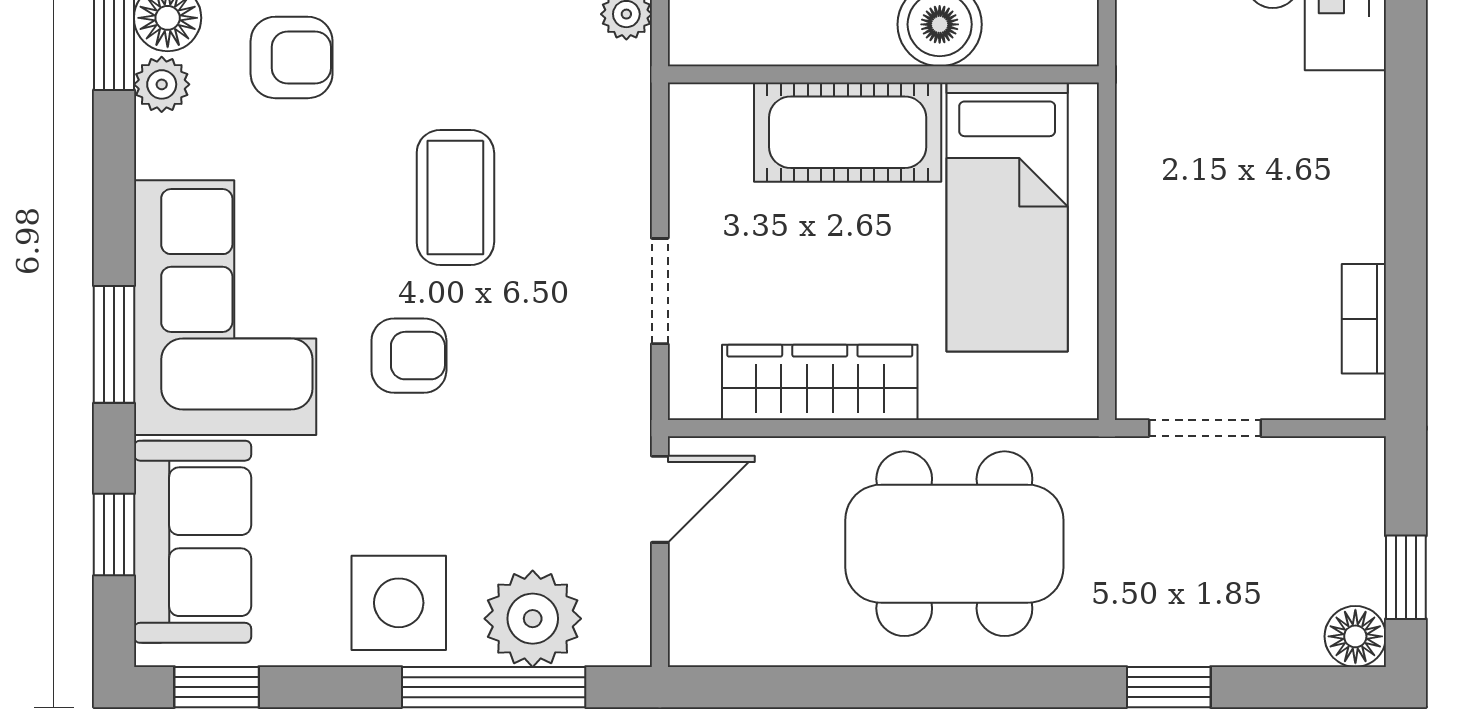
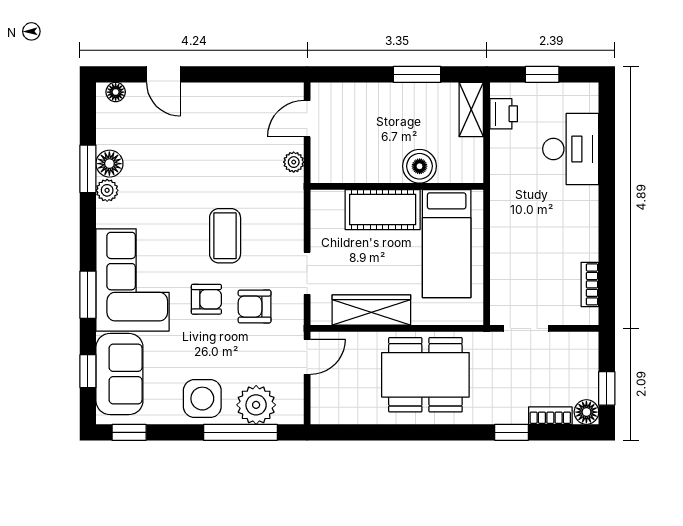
armchair: (292, 57) -> (255, 307), moved, turned 180
bookcase: (1265, 645) -> (550, 416), added

